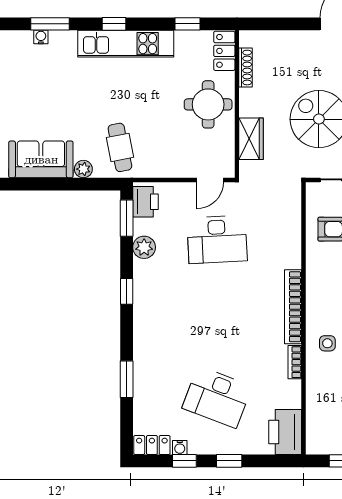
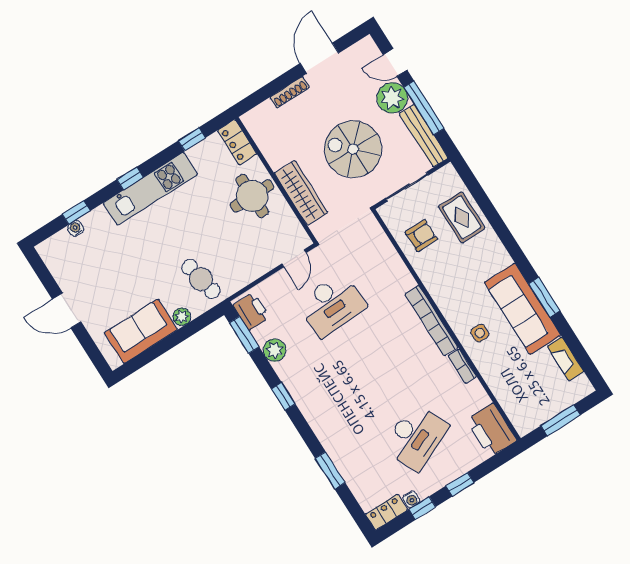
window: (50, 24) -> (76, 212), width x0.67
shoe rack: (246, 68) -> (290, 92), moved, turned 90
wardrobe: (251, 139) -> (301, 193), width x1.50
desk: (217, 397) -> (416, 437), turned -45

